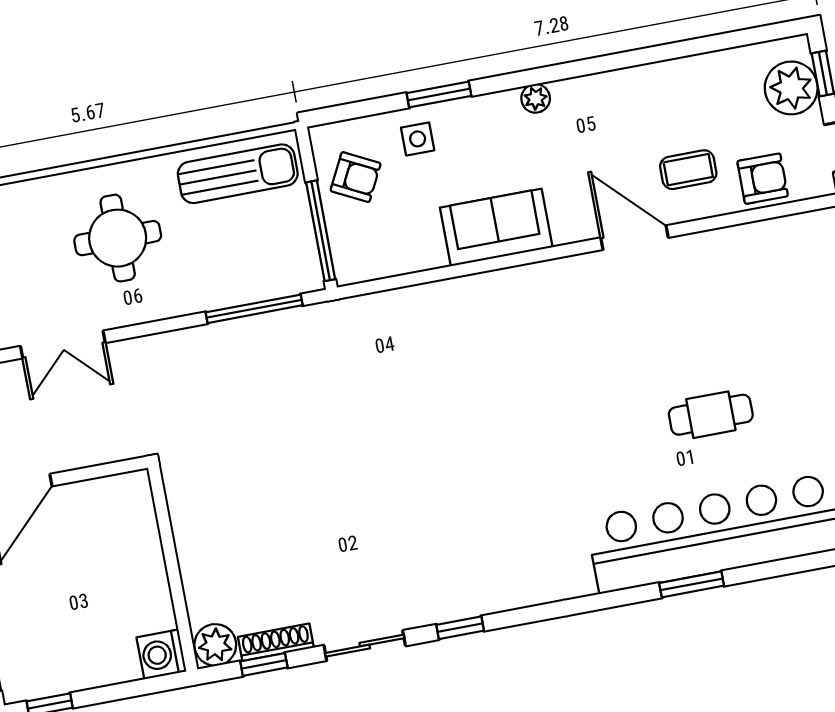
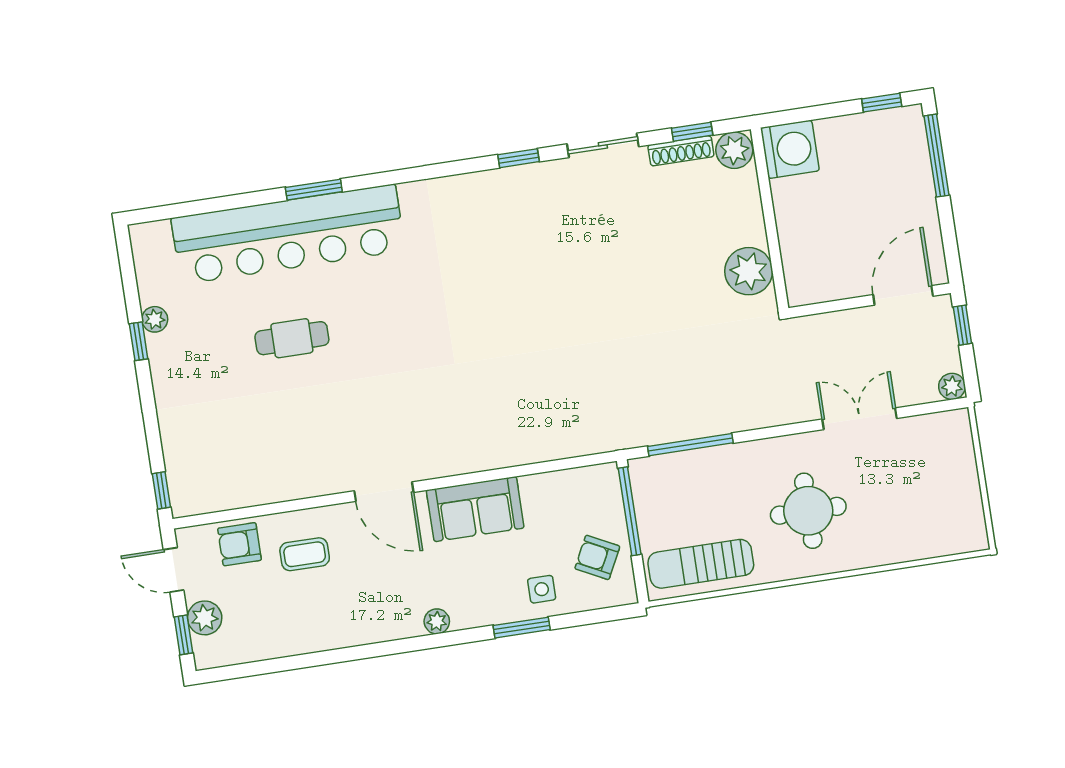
plant: (791, 88) -> (205, 618), width x0.73, depth x0.73
door: (634, 238) -> (384, 492), moved
plant: (194, 508) -> (749, 271), added
washing machine: (161, 654) -> (790, 149), width x1.37, depth x1.37

